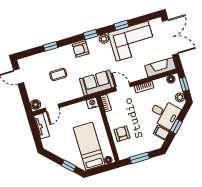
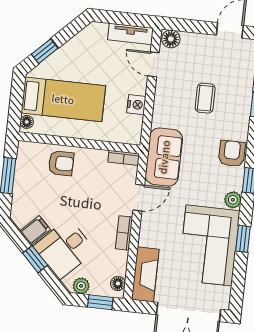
nightstand: (92, 103) -> (136, 105), moved

